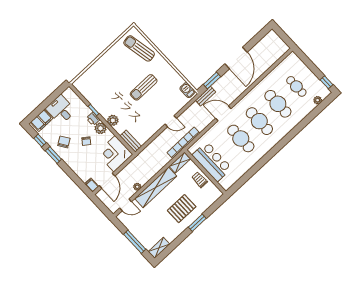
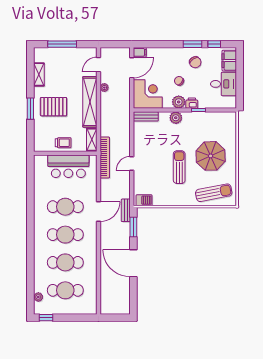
parasol: (117, 73) -> (211, 156), added
cafe table: (296, 86) -> (65, 290), width x1.37, depth x1.35
door: (107, 181) -> (132, 68), swing flipped
pallet: (182, 209) -> (54, 107), turned 90
shelving: (159, 248) -> (39, 74), moved

